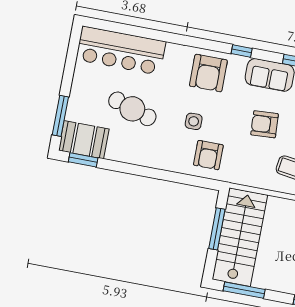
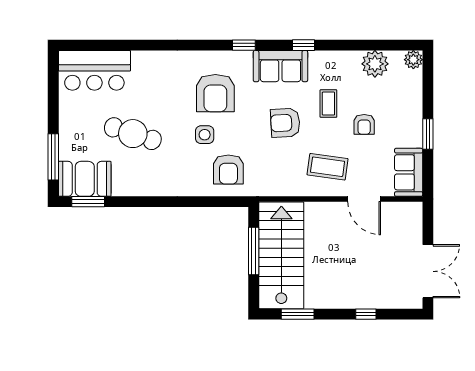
bar counter: (121, 51) -> (94, 70), width x0.73
armchair: (208, 73) -> (215, 93), moved
window: (244, 290) -> (298, 314), width x0.69

